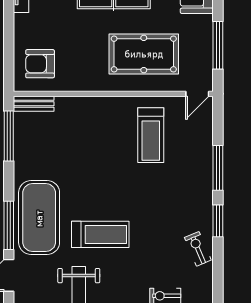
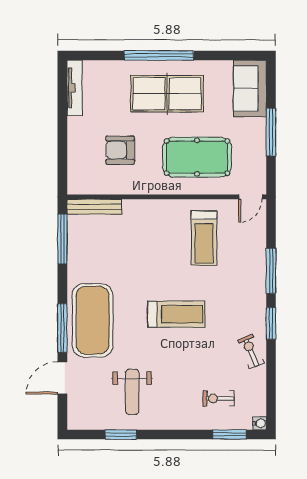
window: (218, 45) -> (271, 132), moved
armchair: (40, 64) -> (120, 150), moved
bench: (34, 104) -> (94, 207), width x1.36
treadmill: (100, 234) -> (176, 314), moved

